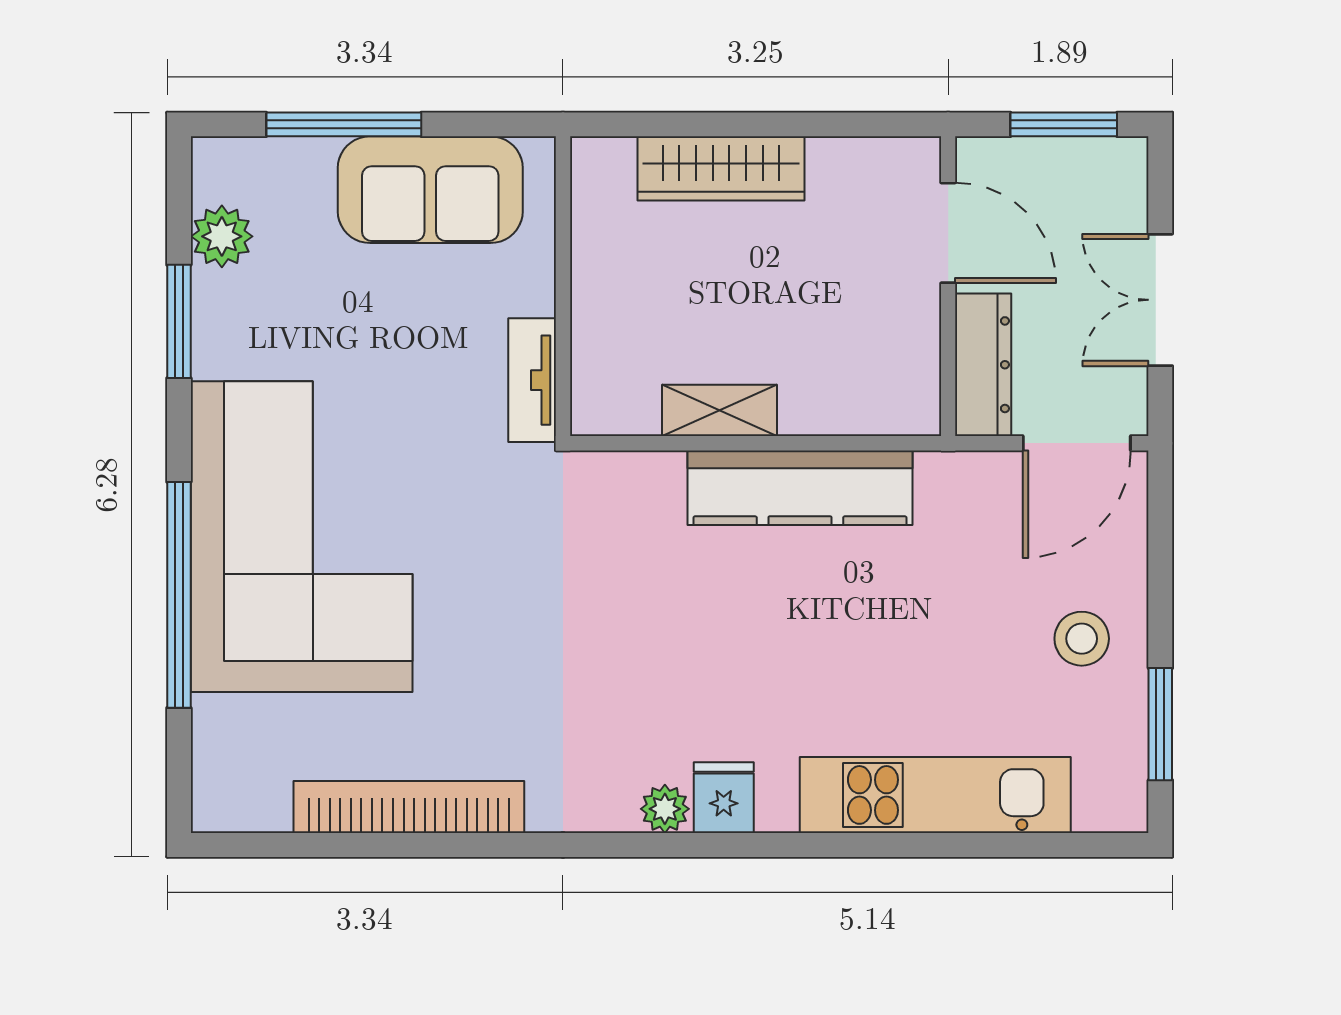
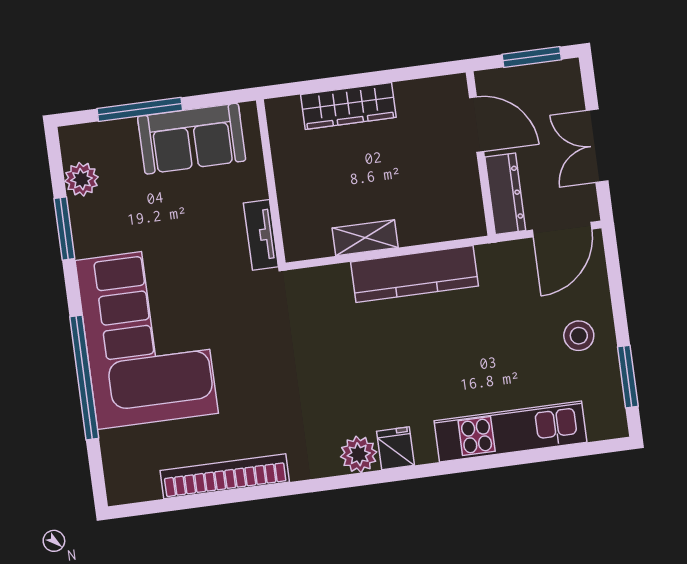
plant: (665, 809) -> (359, 454), width x1.38, depth x1.38

